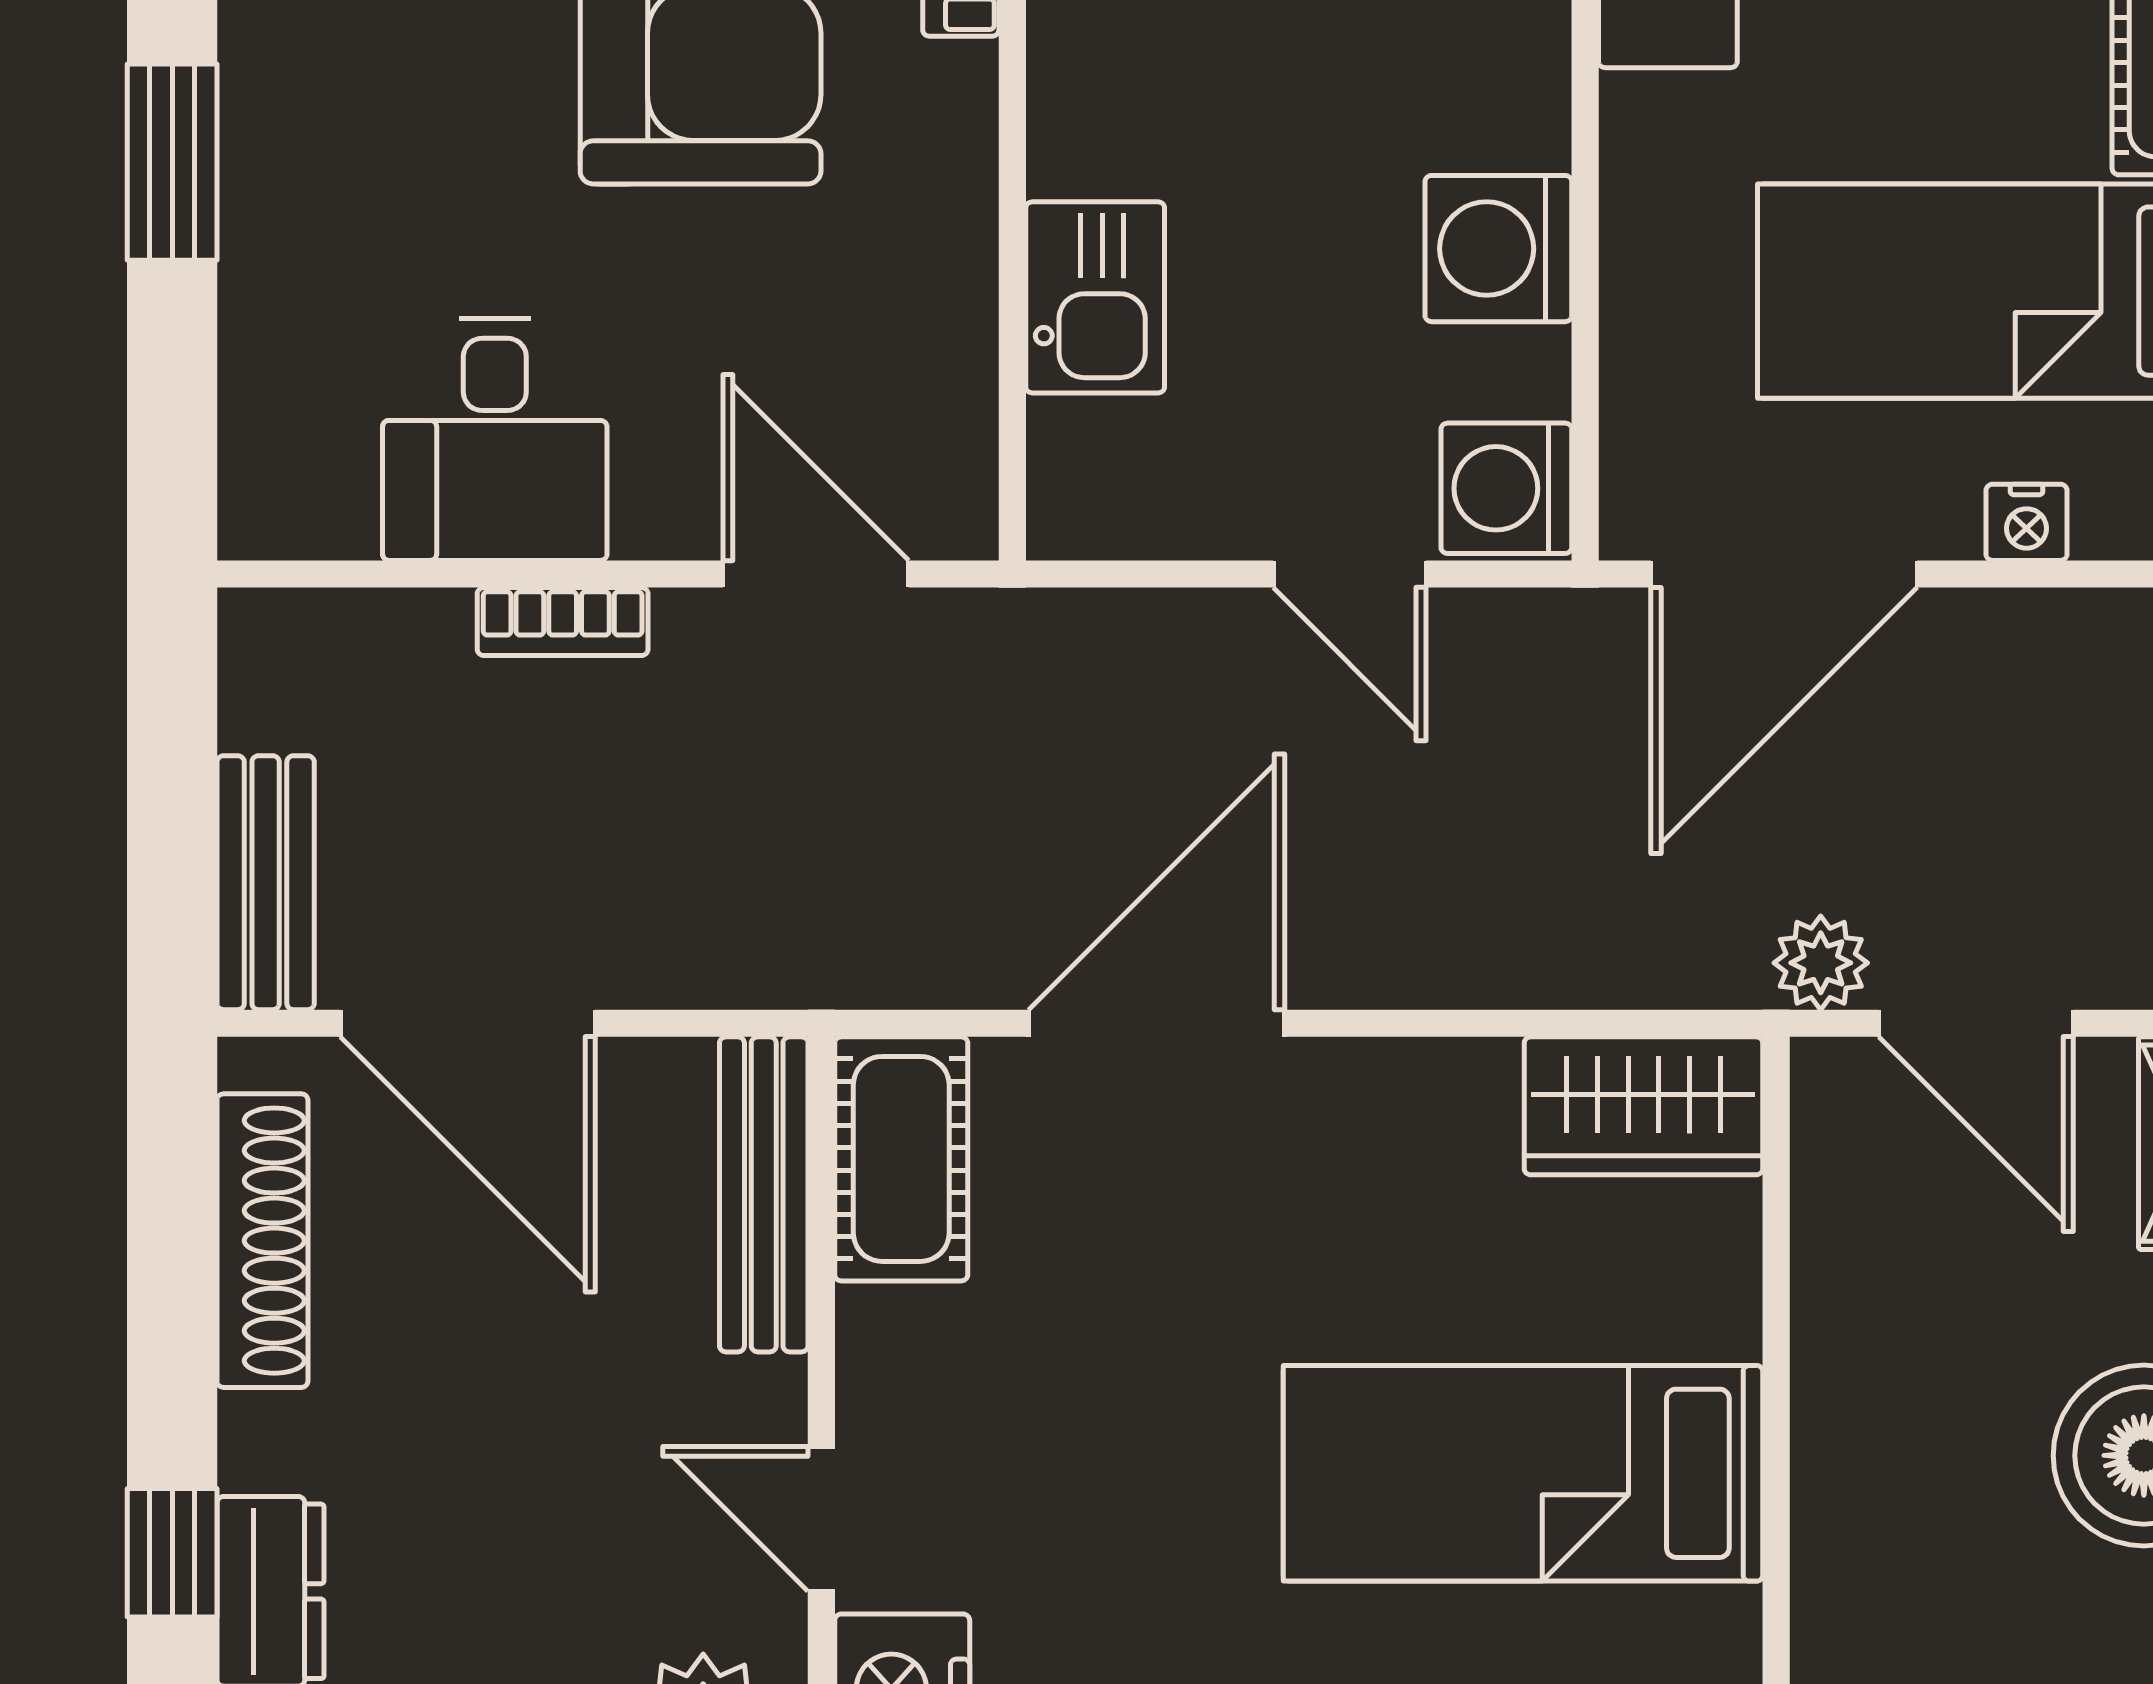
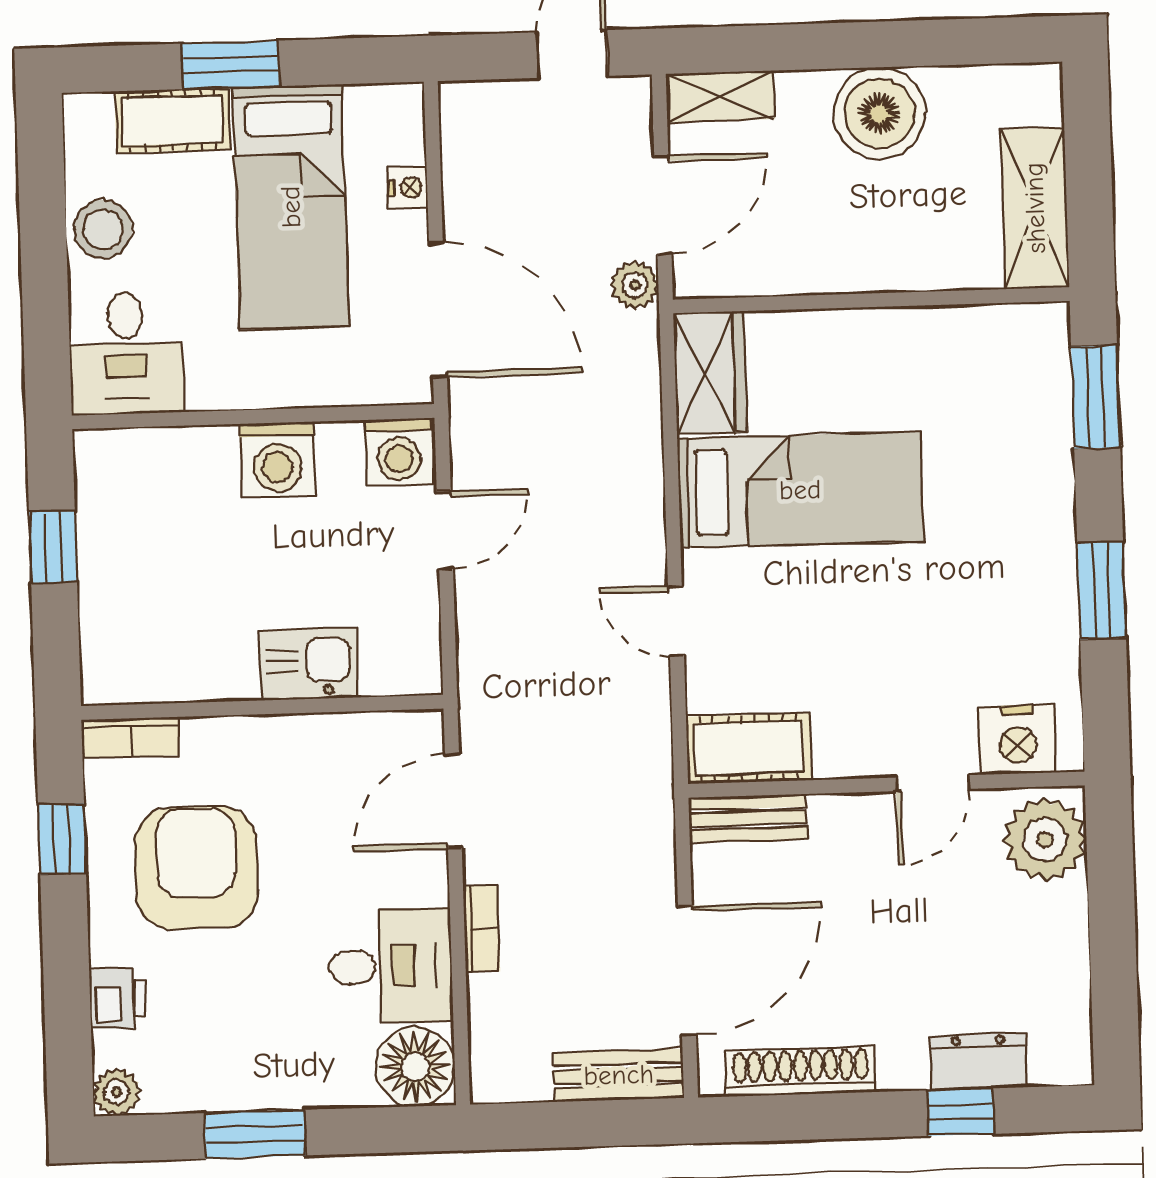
floor lamp: (295, 482) -> (415, 1067), added
door: (1157, 1023) -> (676, 621), width x0.53
bench: (764, 1194) -> (748, 818), width x0.73
bed: (1523, 1473) -> (800, 490), moved, turned -90

